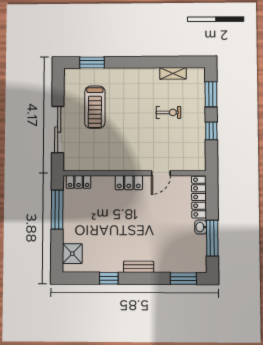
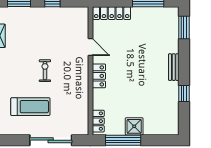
exercise bike: (168, 112) -> (45, 71), moved
washbasin: (201, 227) -> (138, 12), removed
shower: (72, 254) -> (134, 126), moved

